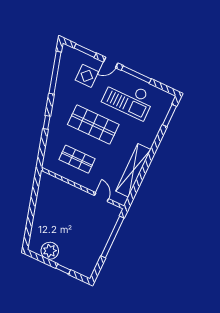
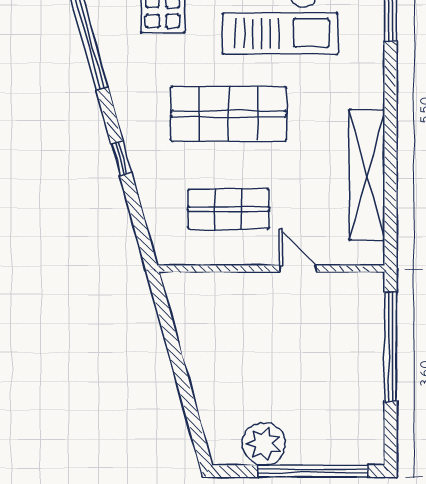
door: (102, 197) -> (298, 269), moved
window: (63, 269) -> (313, 471), width x3.17

